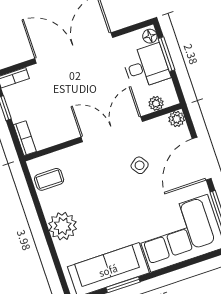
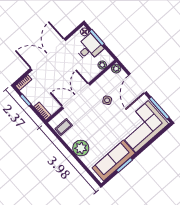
double door: (112, 129) -> (76, 96), moved

